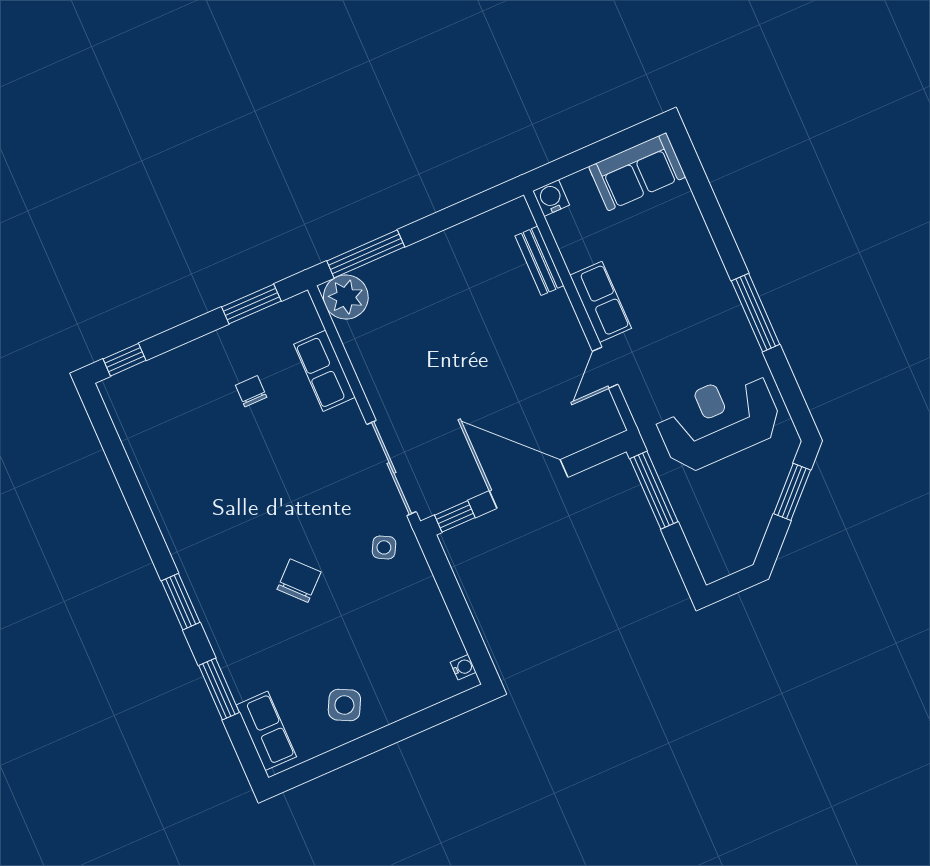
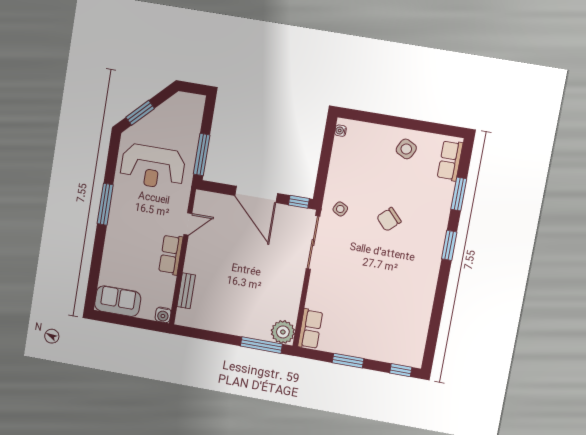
window: (251, 304) -> (348, 361), moved
row of seats: (325, 371) -> (310, 329), moved
chair: (251, 391) -> (353, 318), removed

